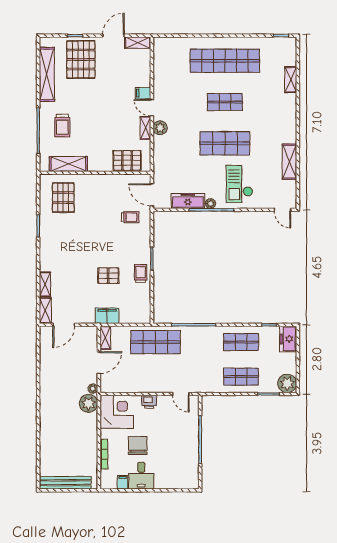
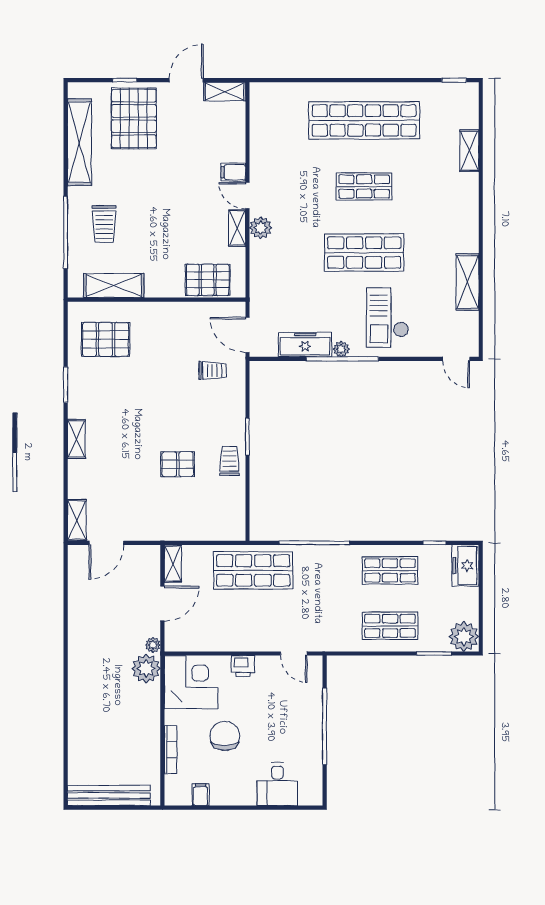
pallet: (63, 198) -> (106, 339), turned 90
shelving: (45, 284) -> (76, 439), moved
filing cabinet: (107, 316) -> (176, 528), removed
desk: (141, 476) -> (277, 784), moved

